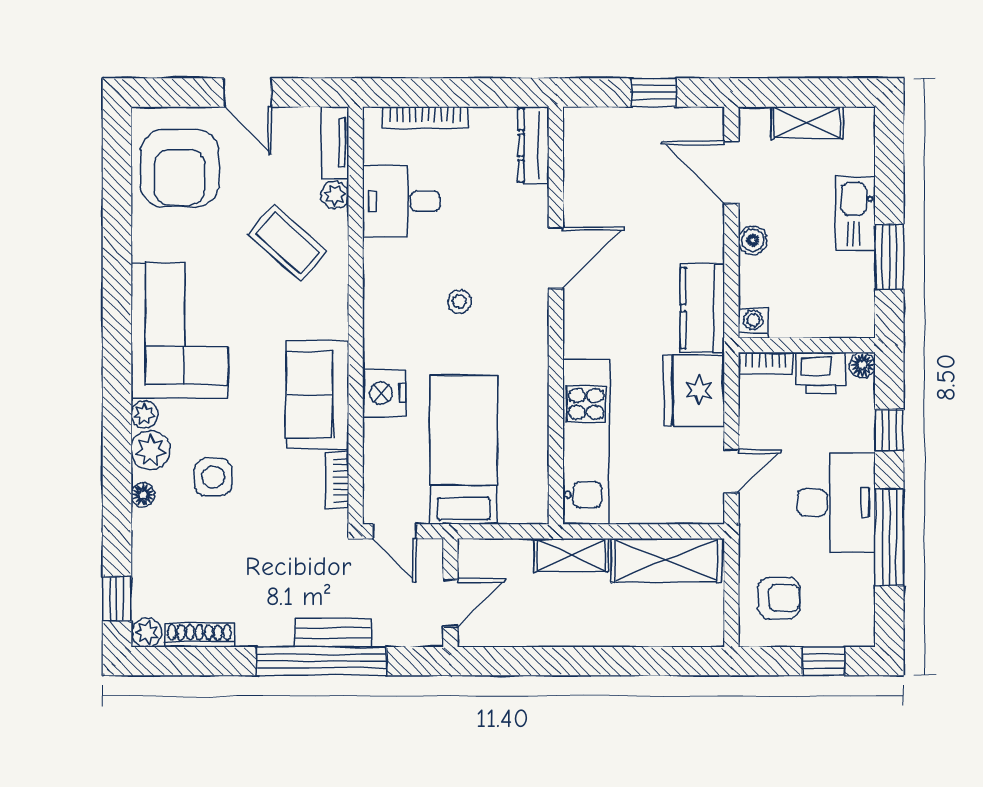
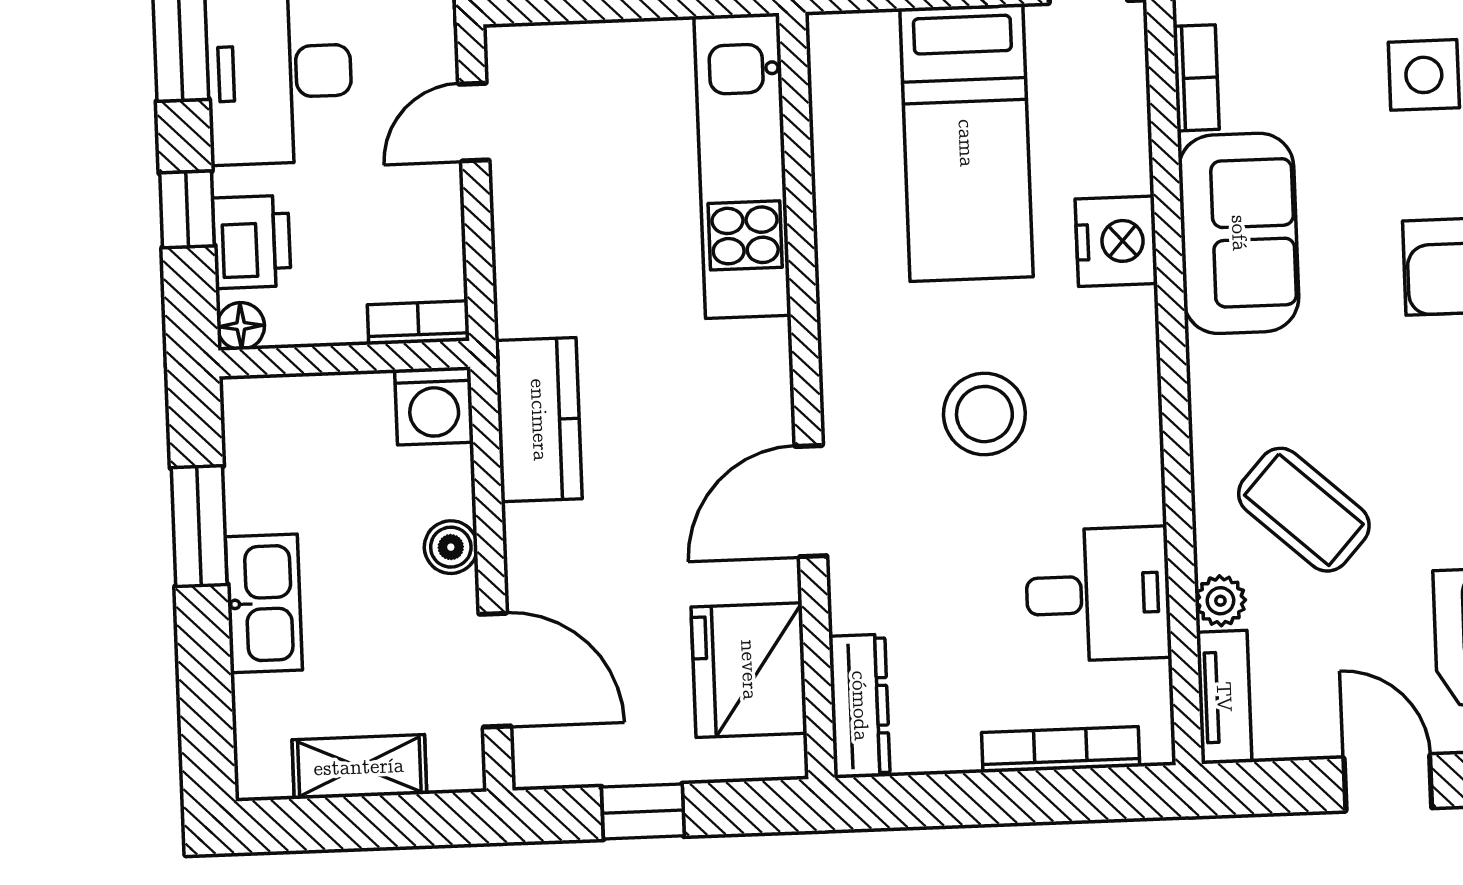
stool: (459, 302) -> (984, 414), width x1.89, depth x1.89
washing machine: (753, 323) -> (434, 406), width x1.38, depth x1.38
printer: (821, 373) -> (252, 242), moved, turned 90
fridge: (694, 390) -> (749, 670), moved, turned 180

